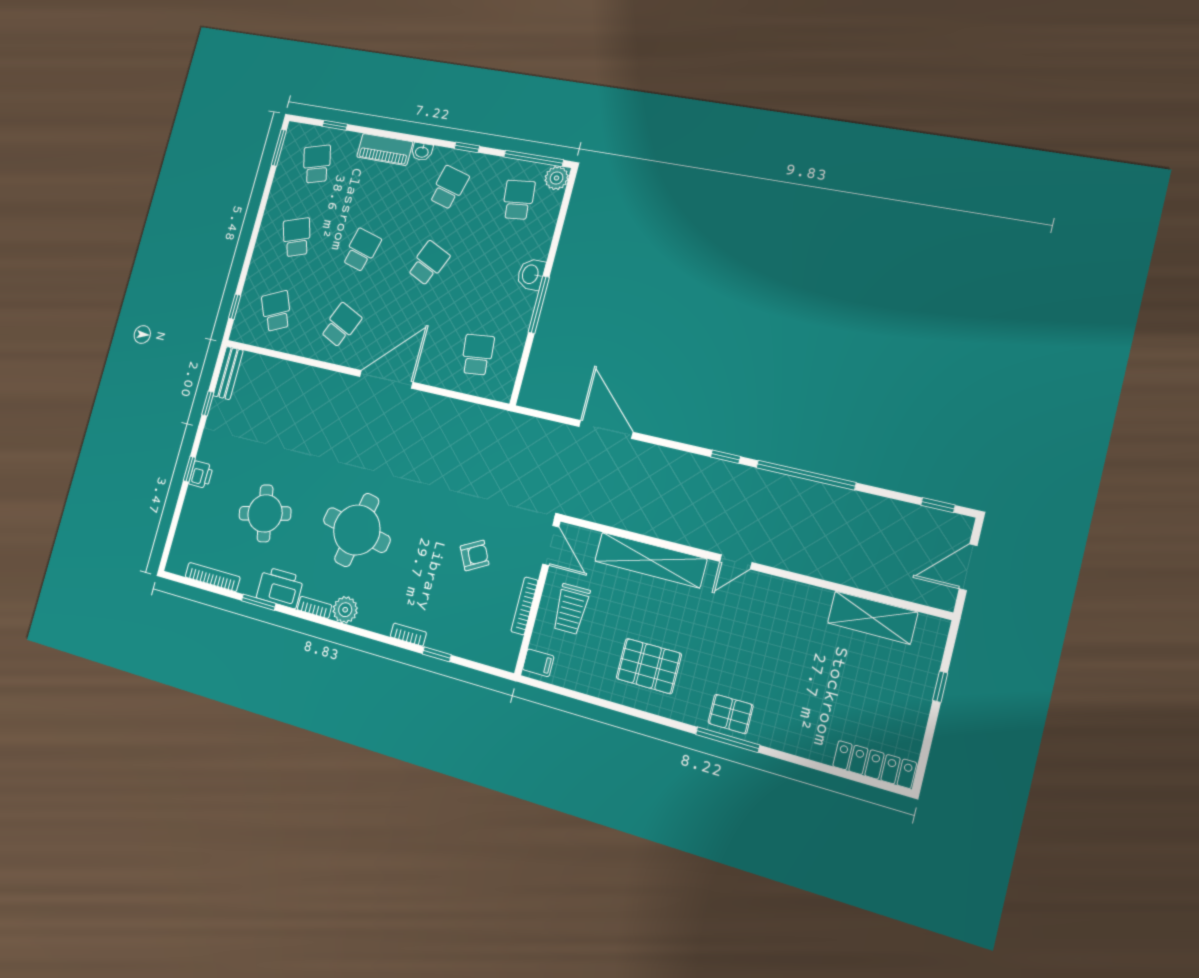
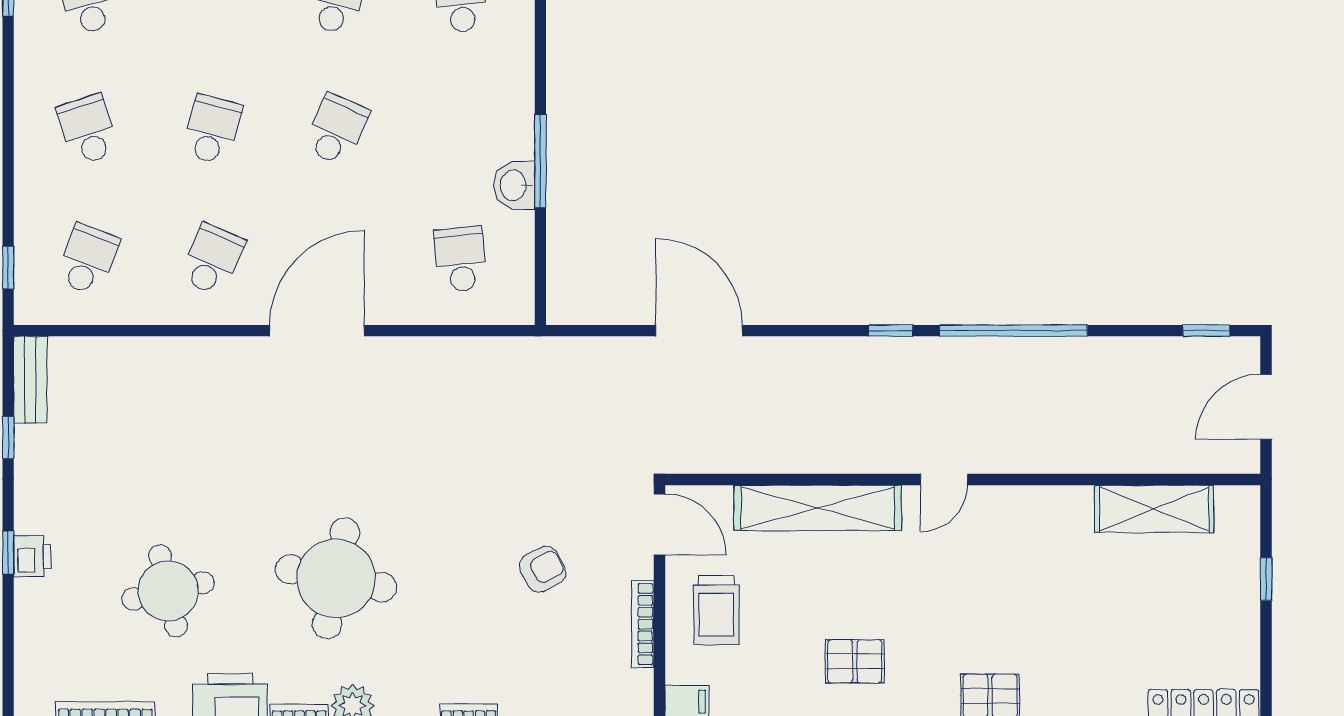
washbasin: (531, 274) -> (514, 185), moved
school desk: (276, 311) -> (88, 259), turned 45
pallet: (649, 666) -> (855, 661), width x0.67, depth x0.71

